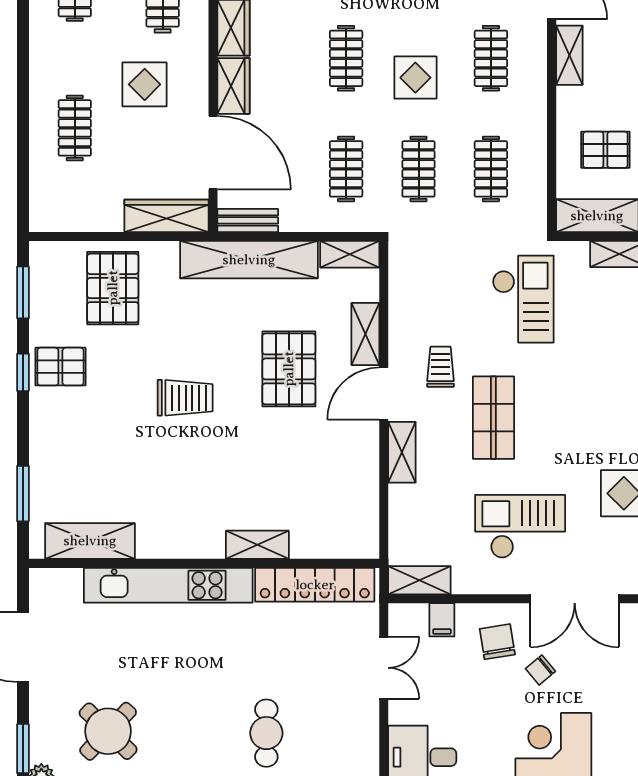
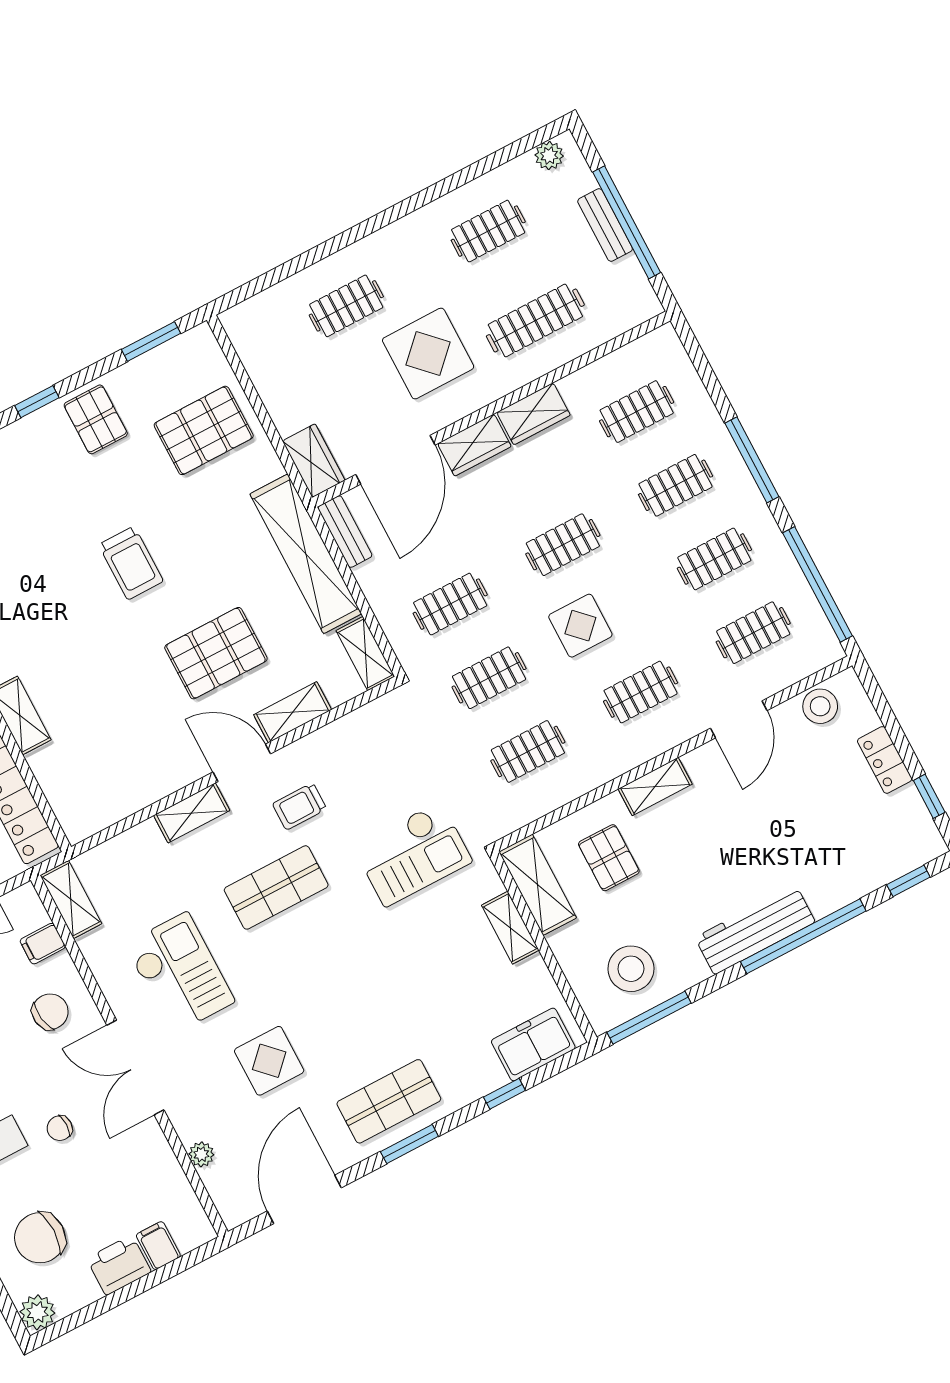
shelving: (569, 55) -> (655, 786), moved
display table: (145, 84) -> (428, 354), width x1.36, depth x1.36
wardrobe: (166, 216) -> (314, 461), width x0.67
trolley: (440, 367) -> (300, 806), turned 180
window: (23, 372) -> (37, 402), moved
chair: (540, 670) -> (60, 1128), moved, turned -50

